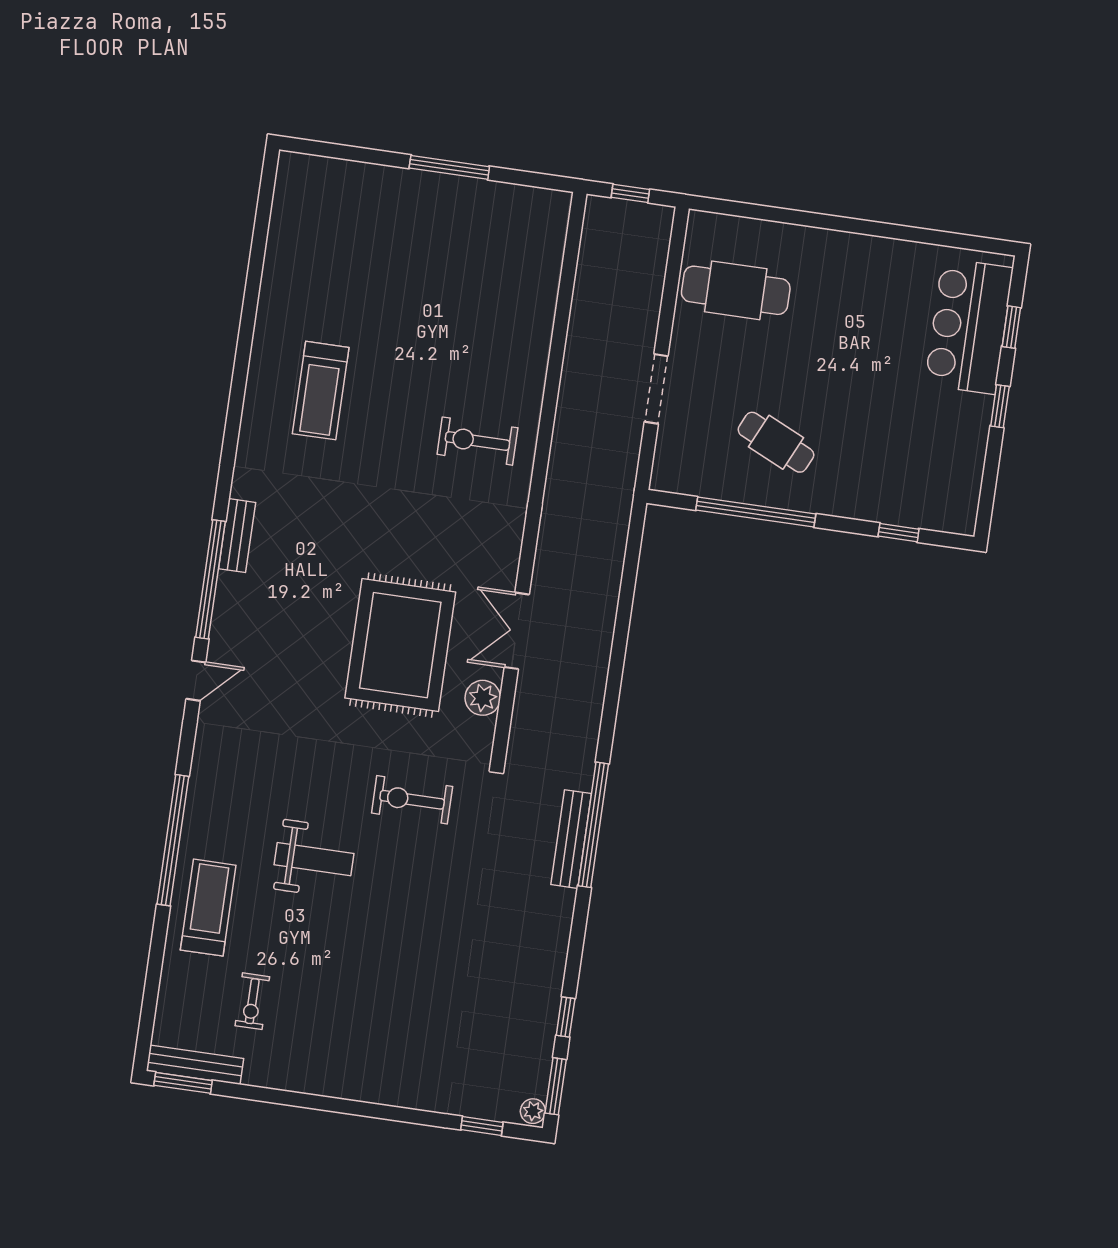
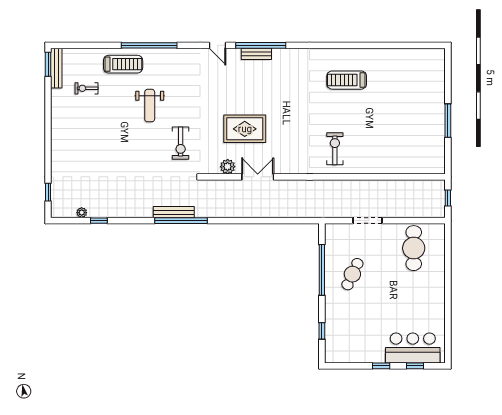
bench: (237, 536) -> (256, 54), moved
rug: (400, 645) -> (245, 129), width x0.73, depth x0.69
exercise bike: (412, 800) -> (181, 143), turned 180
window: (556, 1086) -> (69, 221), removed
plant: (533, 1111) -> (82, 213), moved

